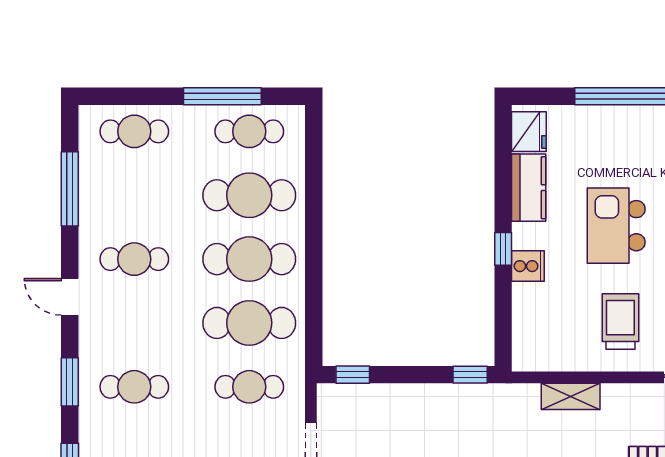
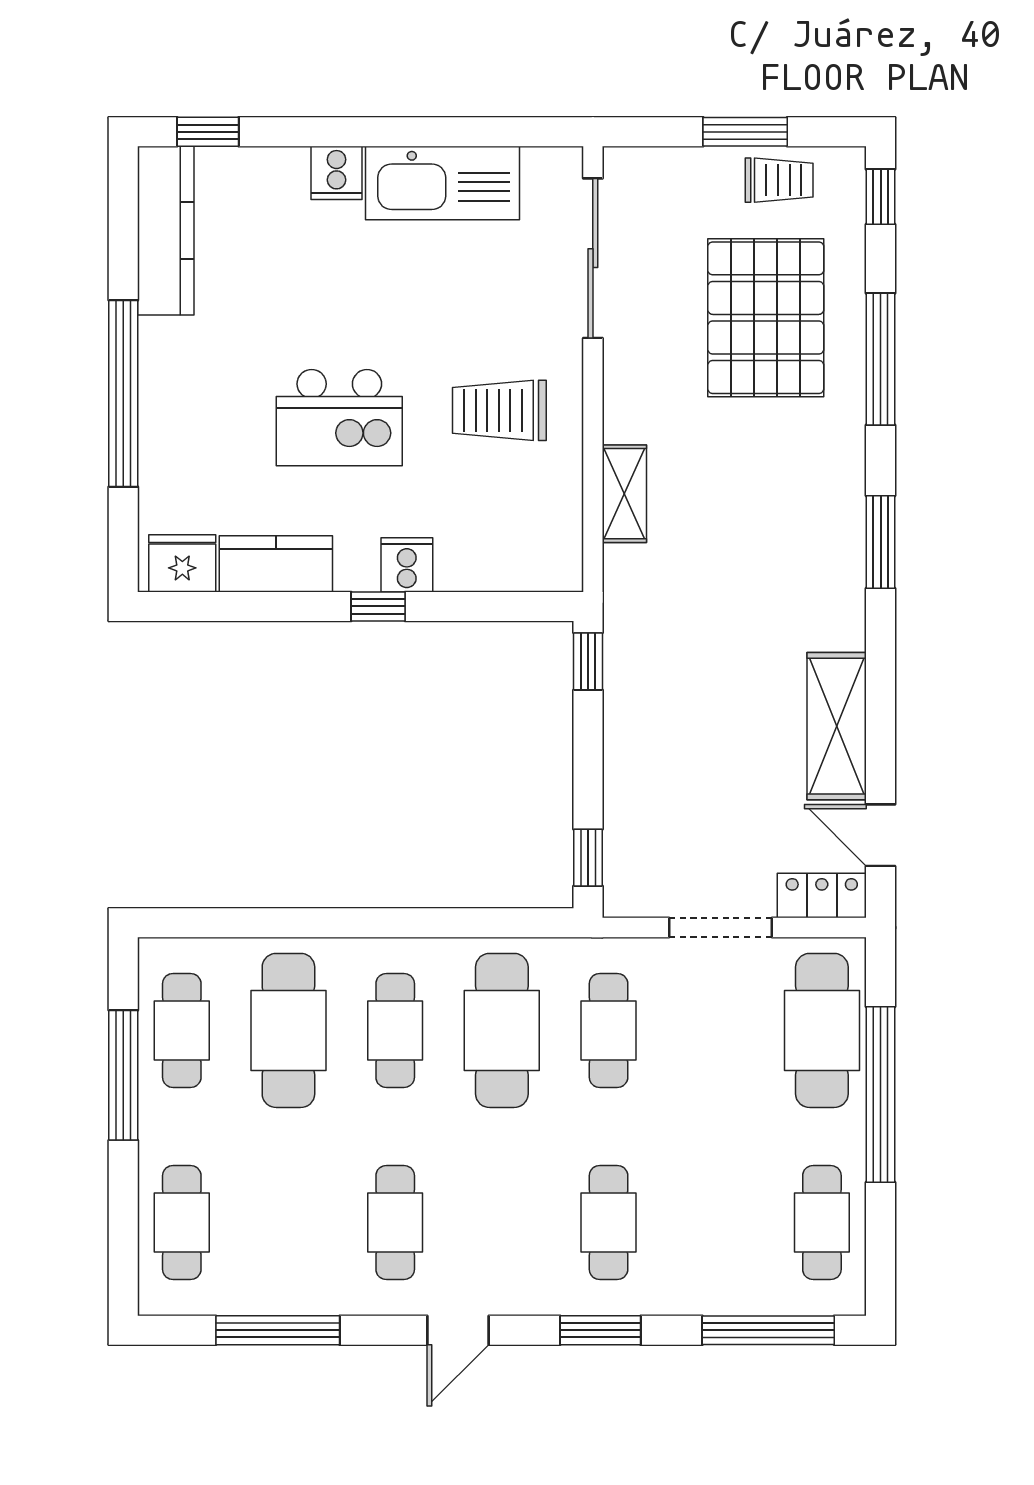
cafe table: (249, 259) -> (395, 1030), width x0.73, depth x0.74

